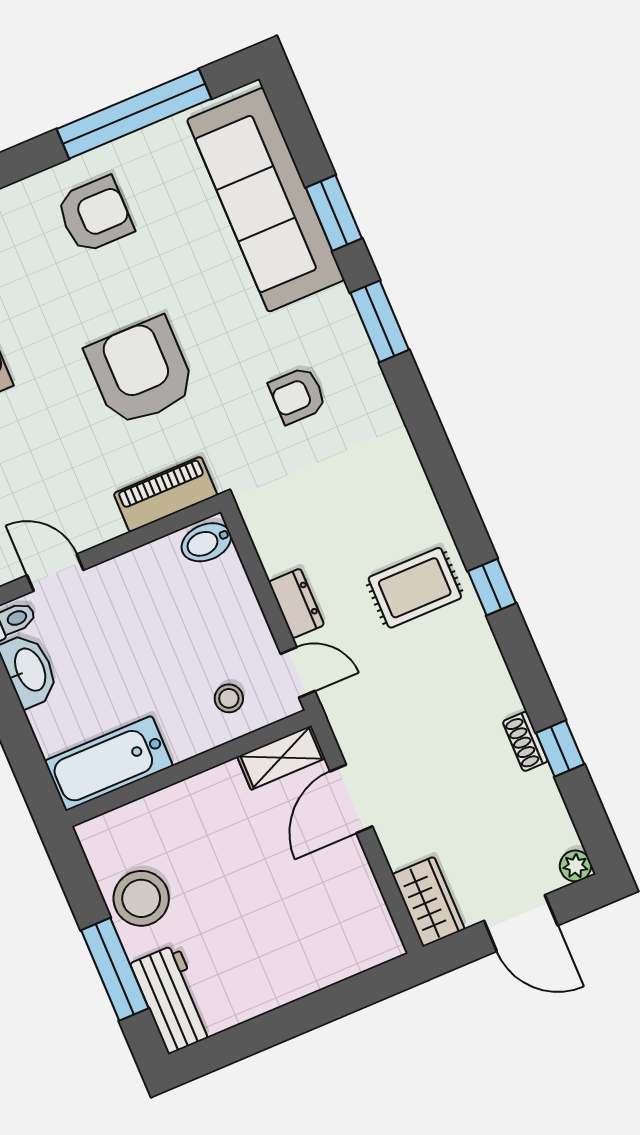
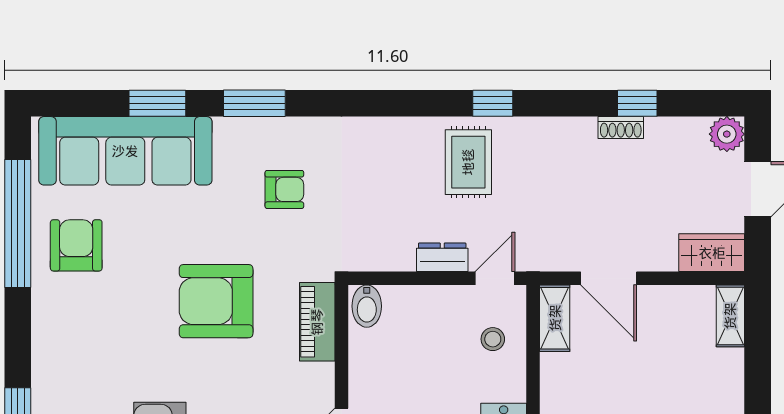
armchair: (95, 215) -> (76, 245), moved
armchair: (298, 395) -> (284, 189), turned -90
plant: (575, 866) -> (727, 134), width x1.38, depth x1.38
shelving: (367, 953) -> (730, 316), added

